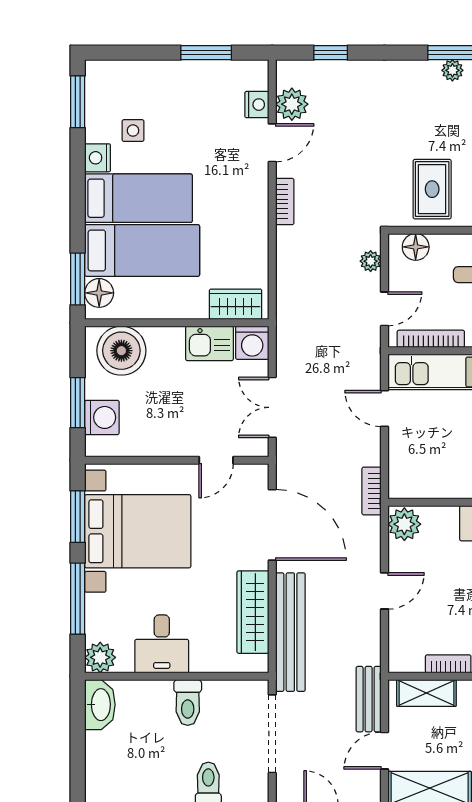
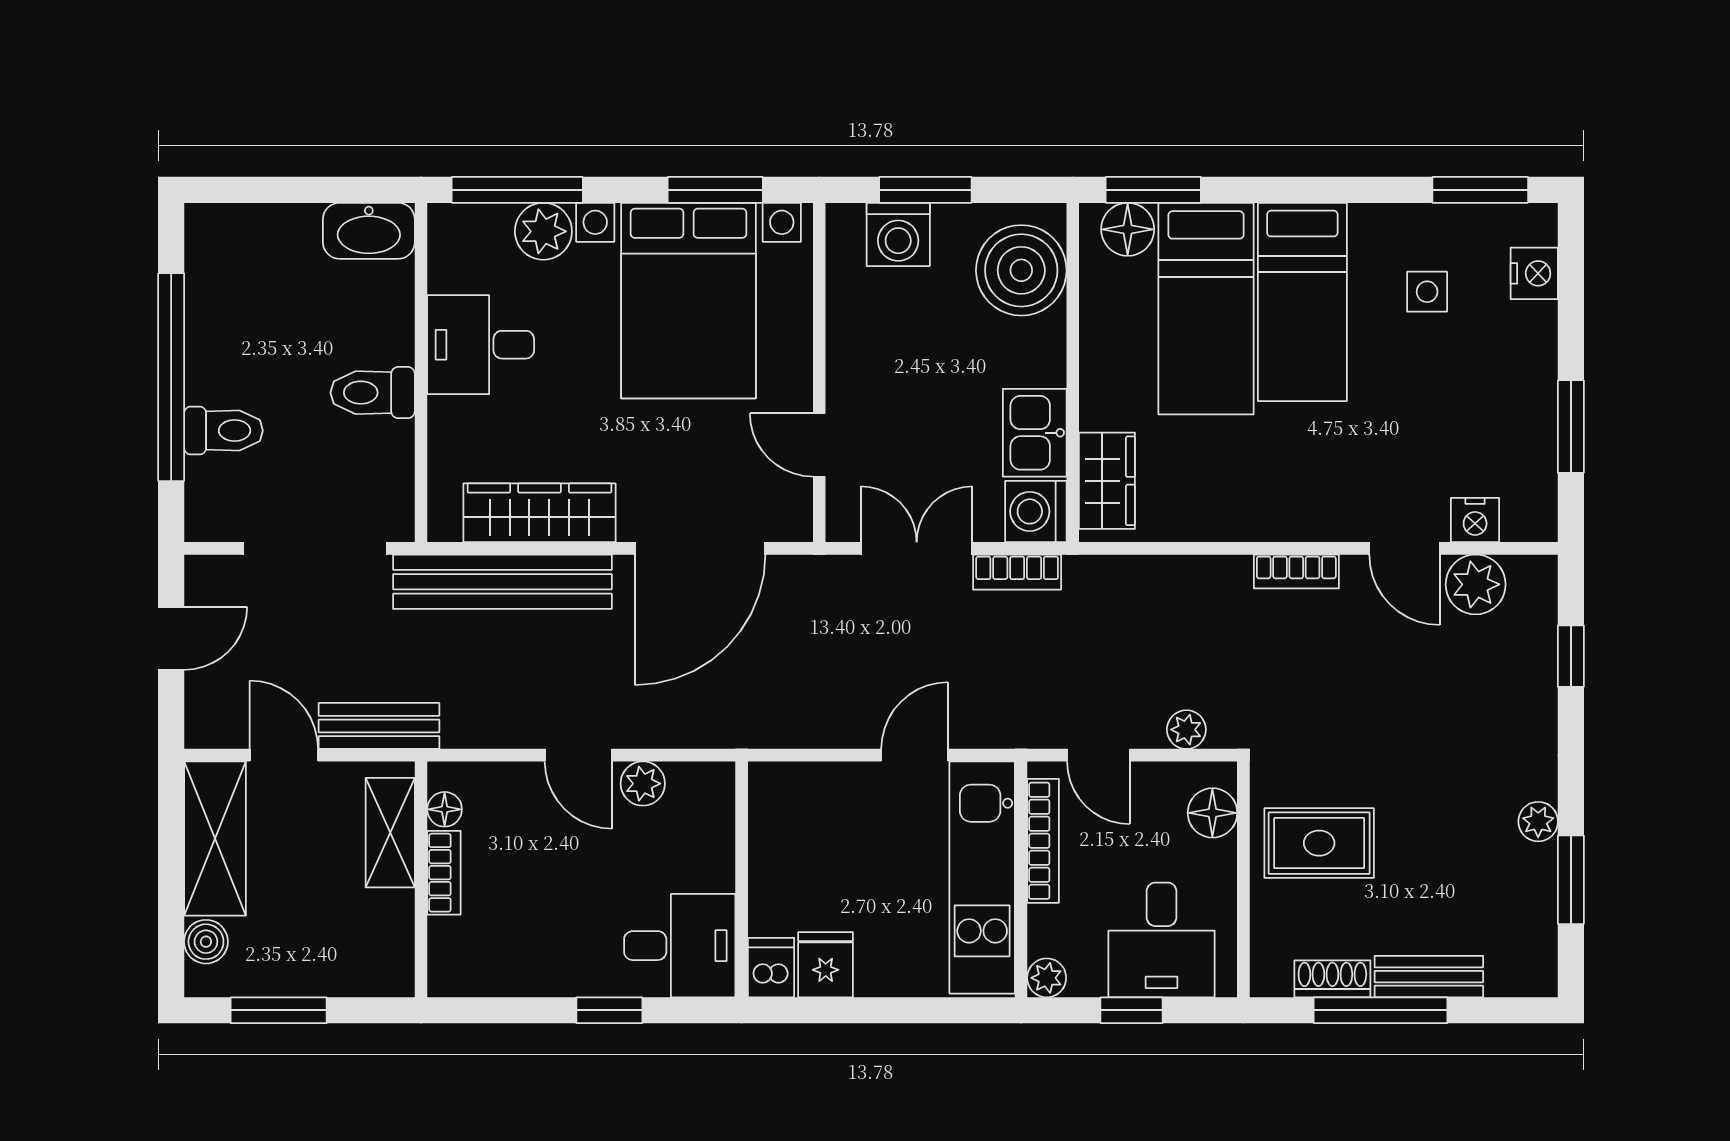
plant: (452, 70) -> (1538, 822), moved
nightstand: (98, 158) -> (1534, 273), moved, turned 90
bookcase: (372, 491) -> (1017, 572), moved, turned 180
plant: (404, 524) -> (643, 784), moved, width x0.73, depth x0.73
window: (78, 599) -> (517, 190), moved
plant: (100, 657) -> (543, 231), moved
floor lamp: (414, 664) -> (445, 809), added

